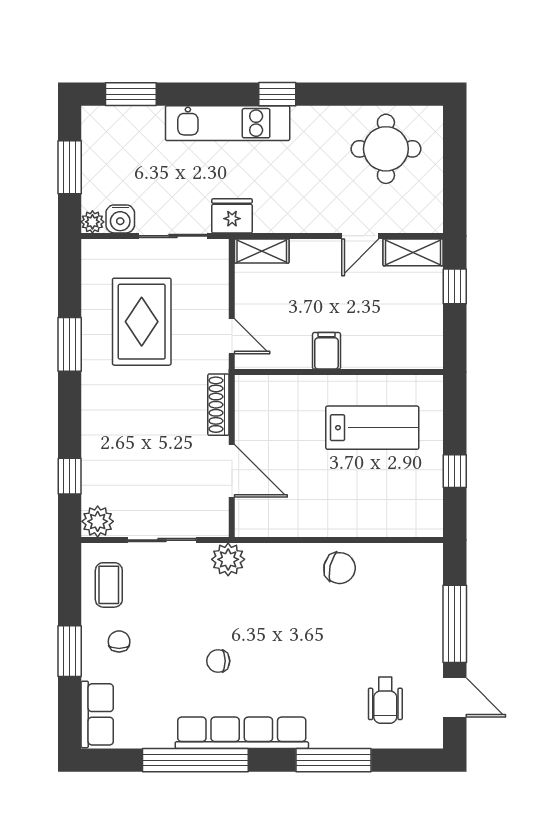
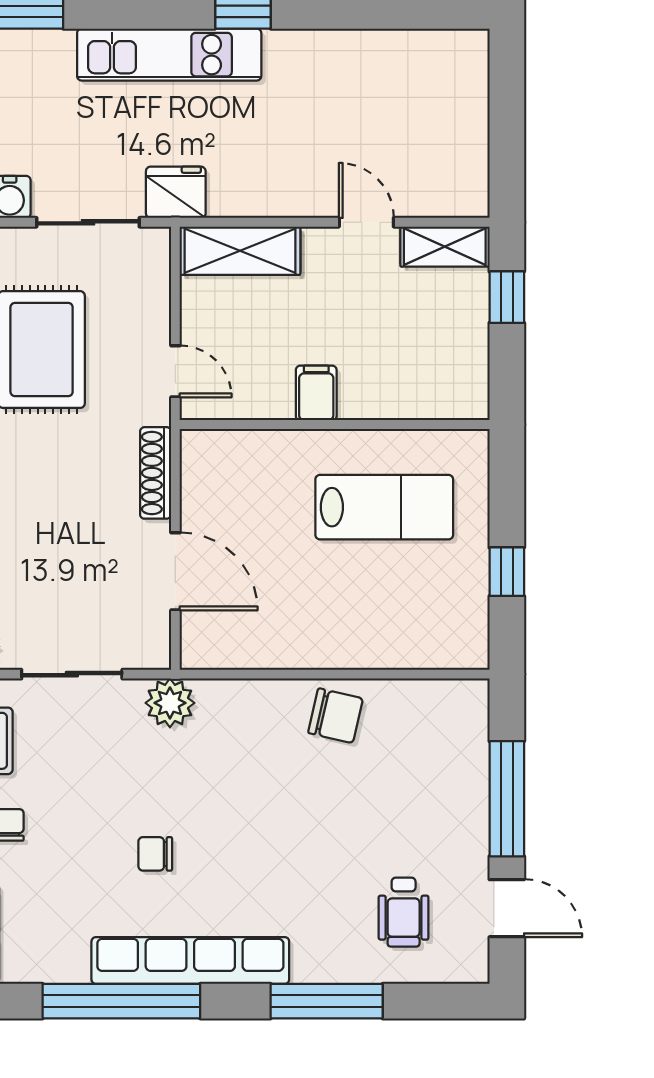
round table: (386, 149) -> (404, 93), removed
door: (360, 236) -> (366, 222), swing flipped
shelving: (262, 251) -> (240, 251), width x1.50, depth x1.33

